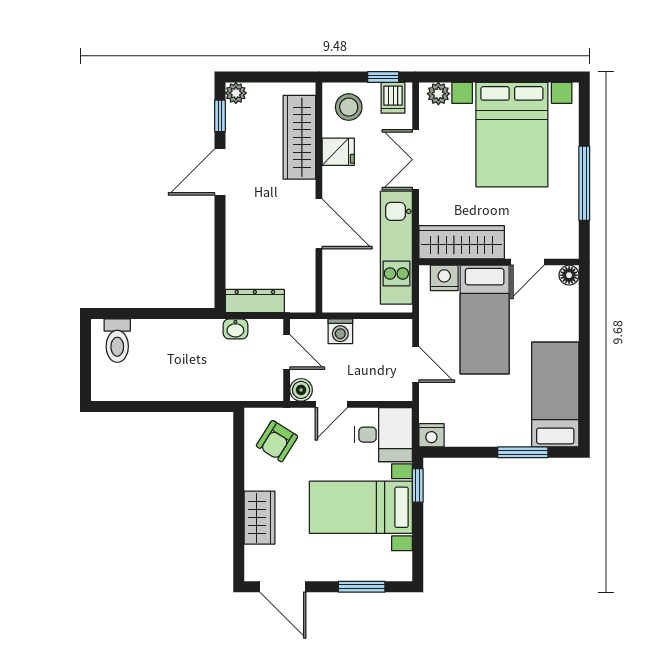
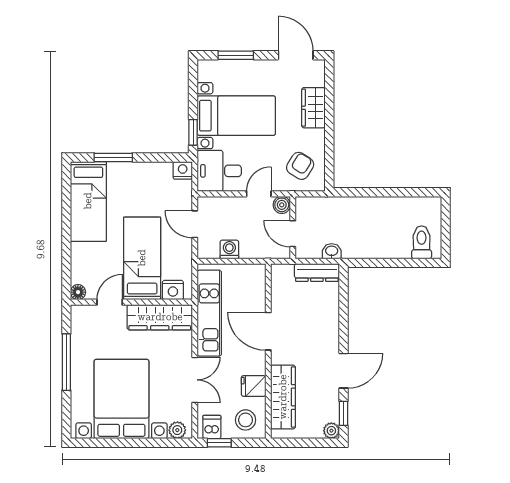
washing machine: (340, 331) -> (229, 249), moved

